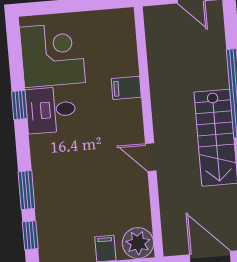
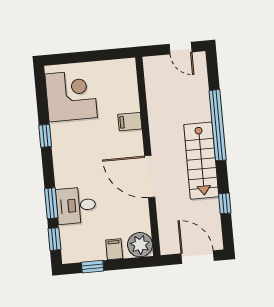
desk: (51, 110) -> (76, 205), moved
door: (151, 157) -> (150, 176), width x1.88

